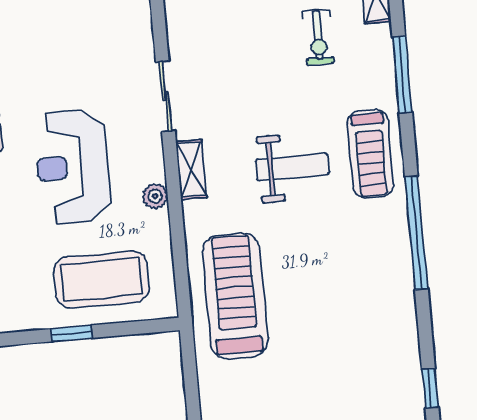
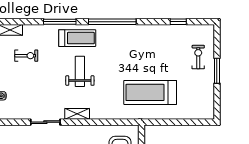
window: (402, 74) -> (60, 22), moved
plant: (155, 196) -> (87, 130), removed
treadmill: (235, 296) -> (150, 92), moved

